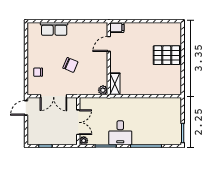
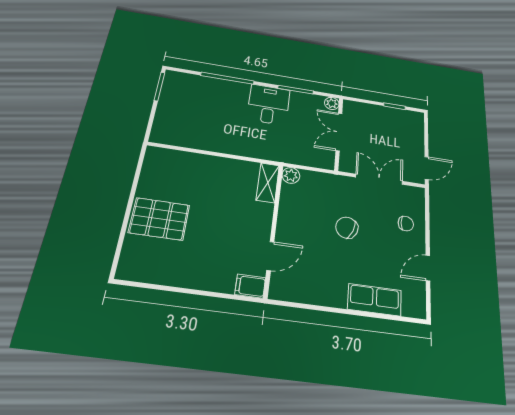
door: (26, 49) -> (428, 268), added

